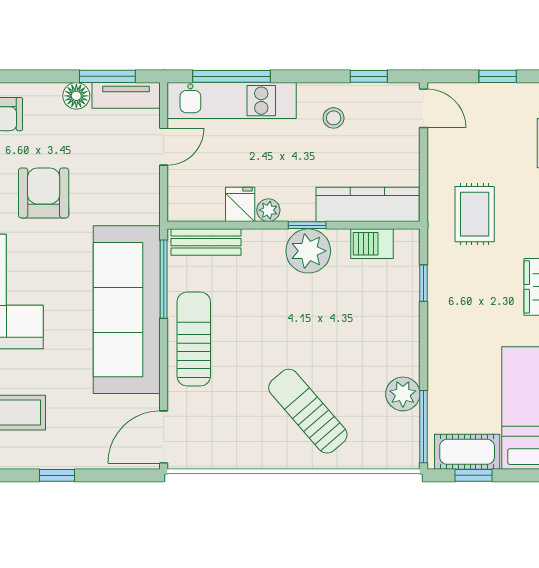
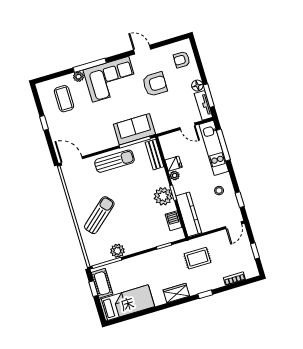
sofa: (127, 310) -> (134, 129), width x0.54, depth x0.79

